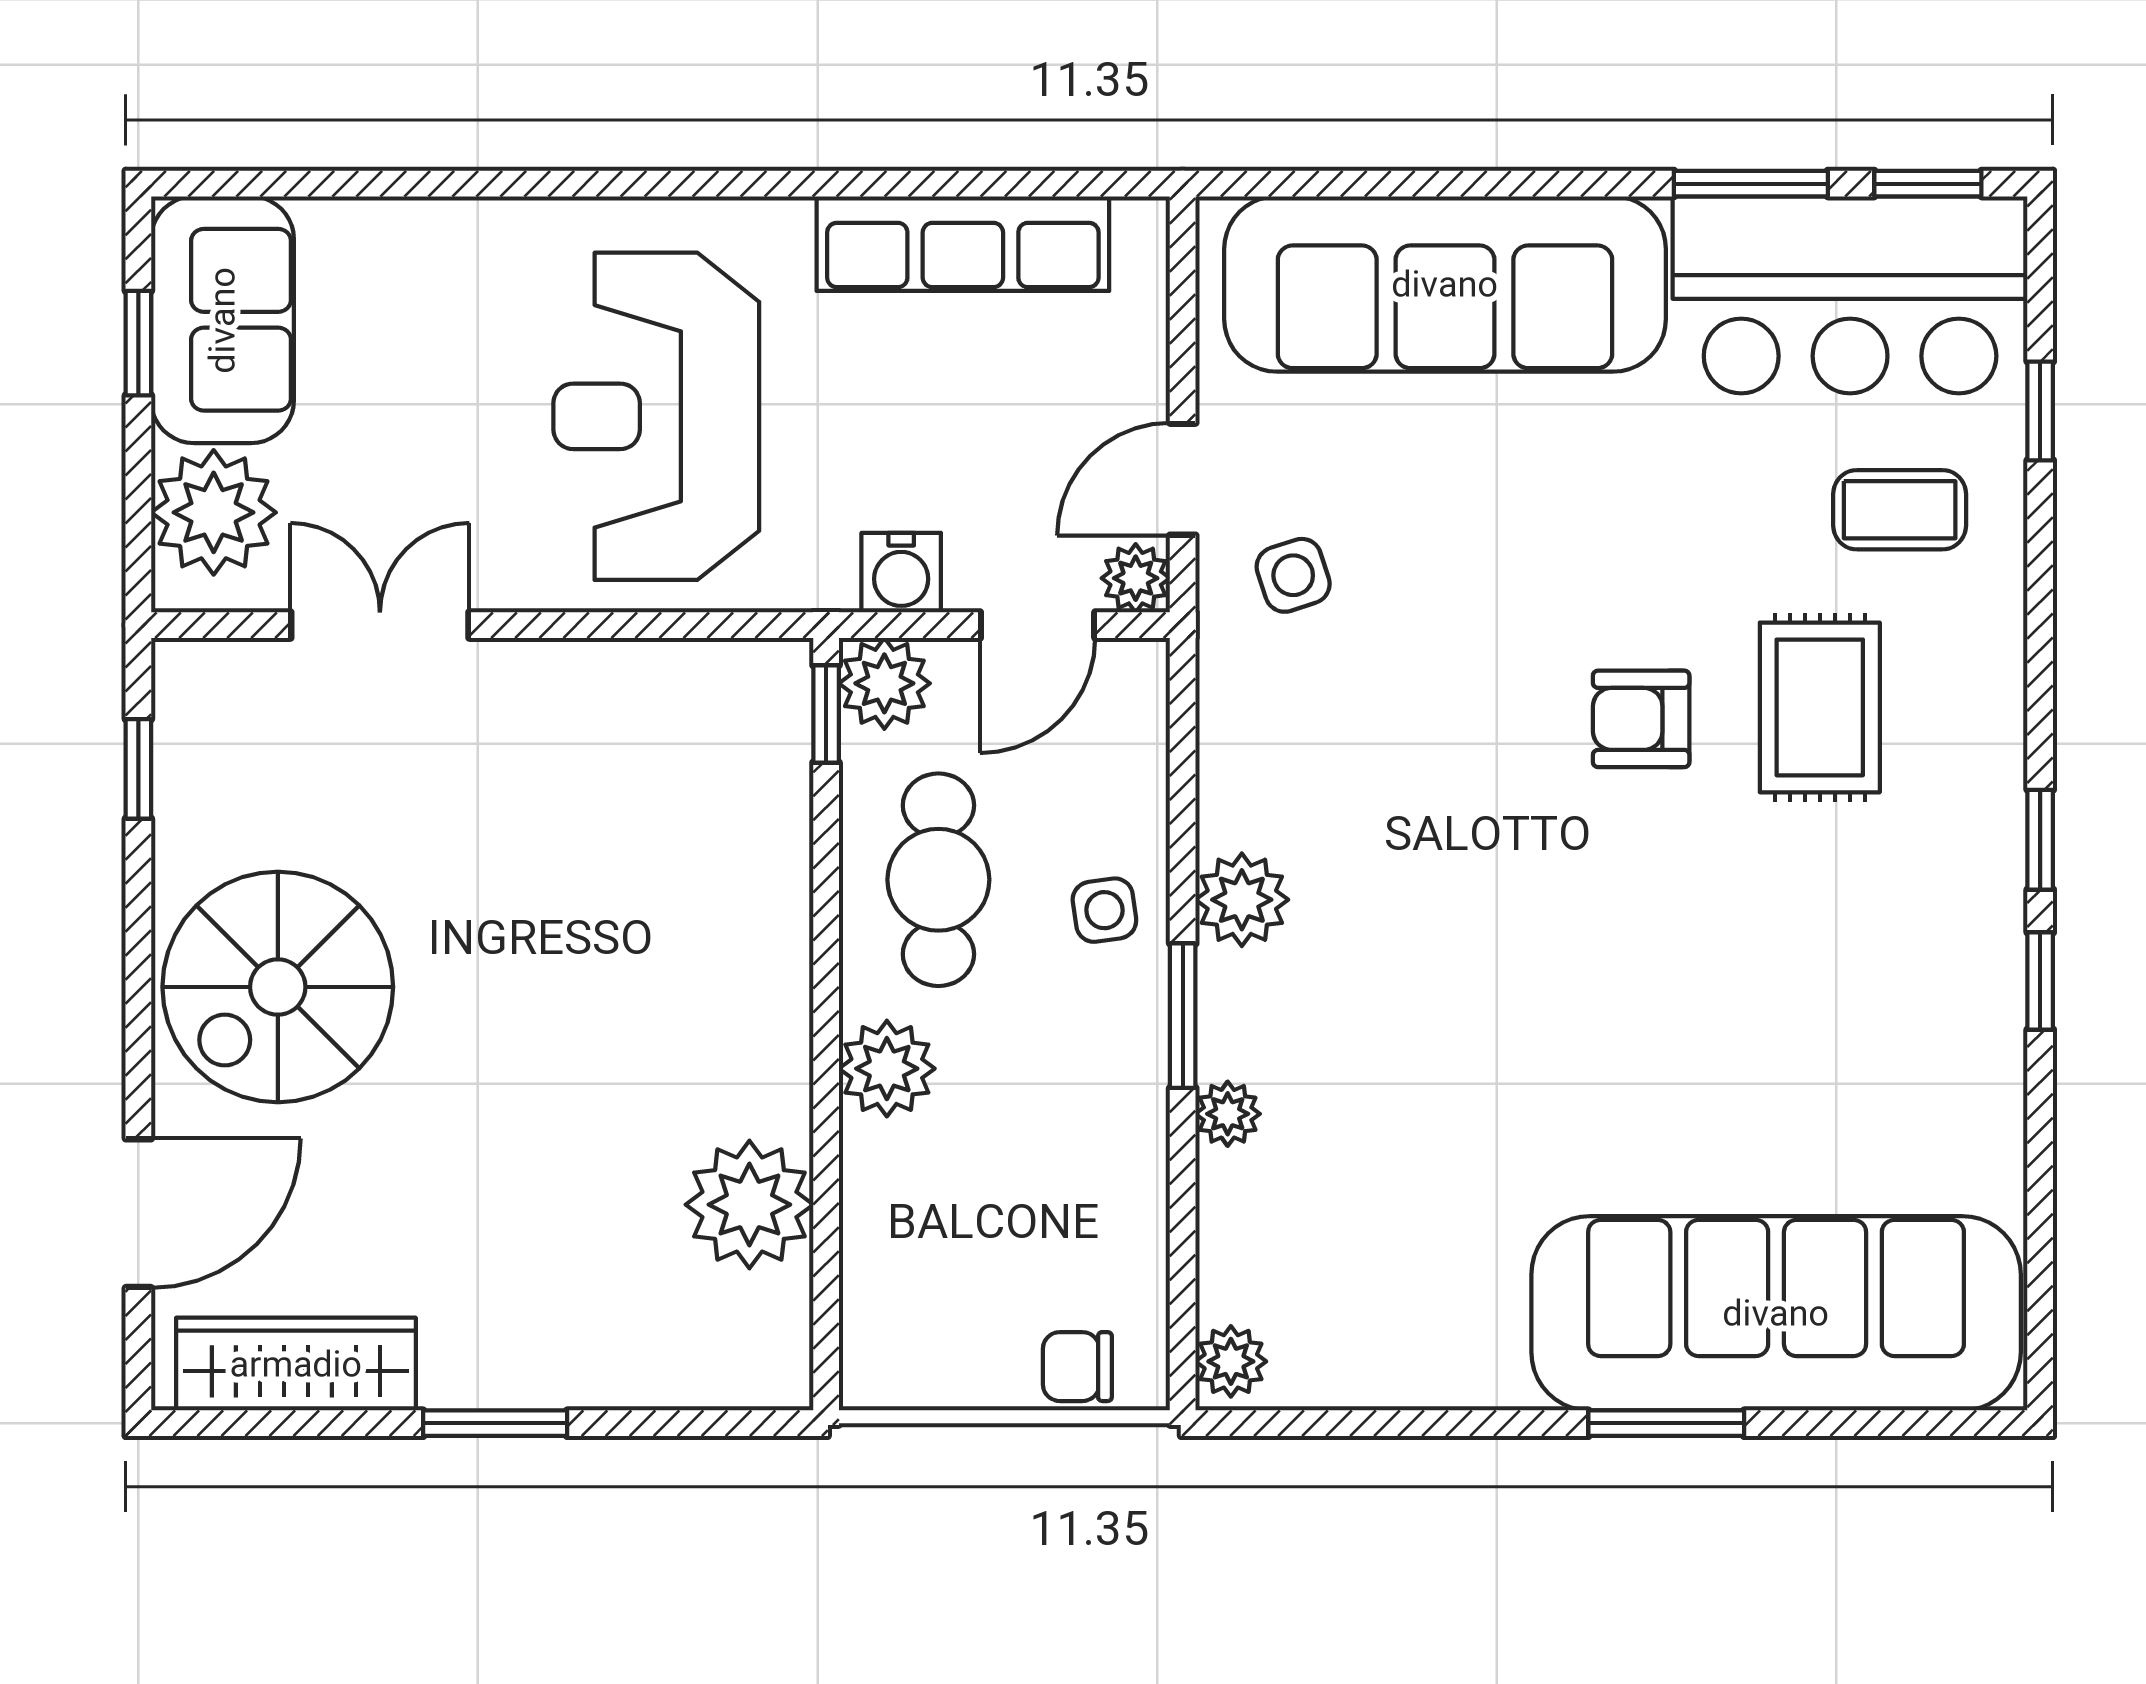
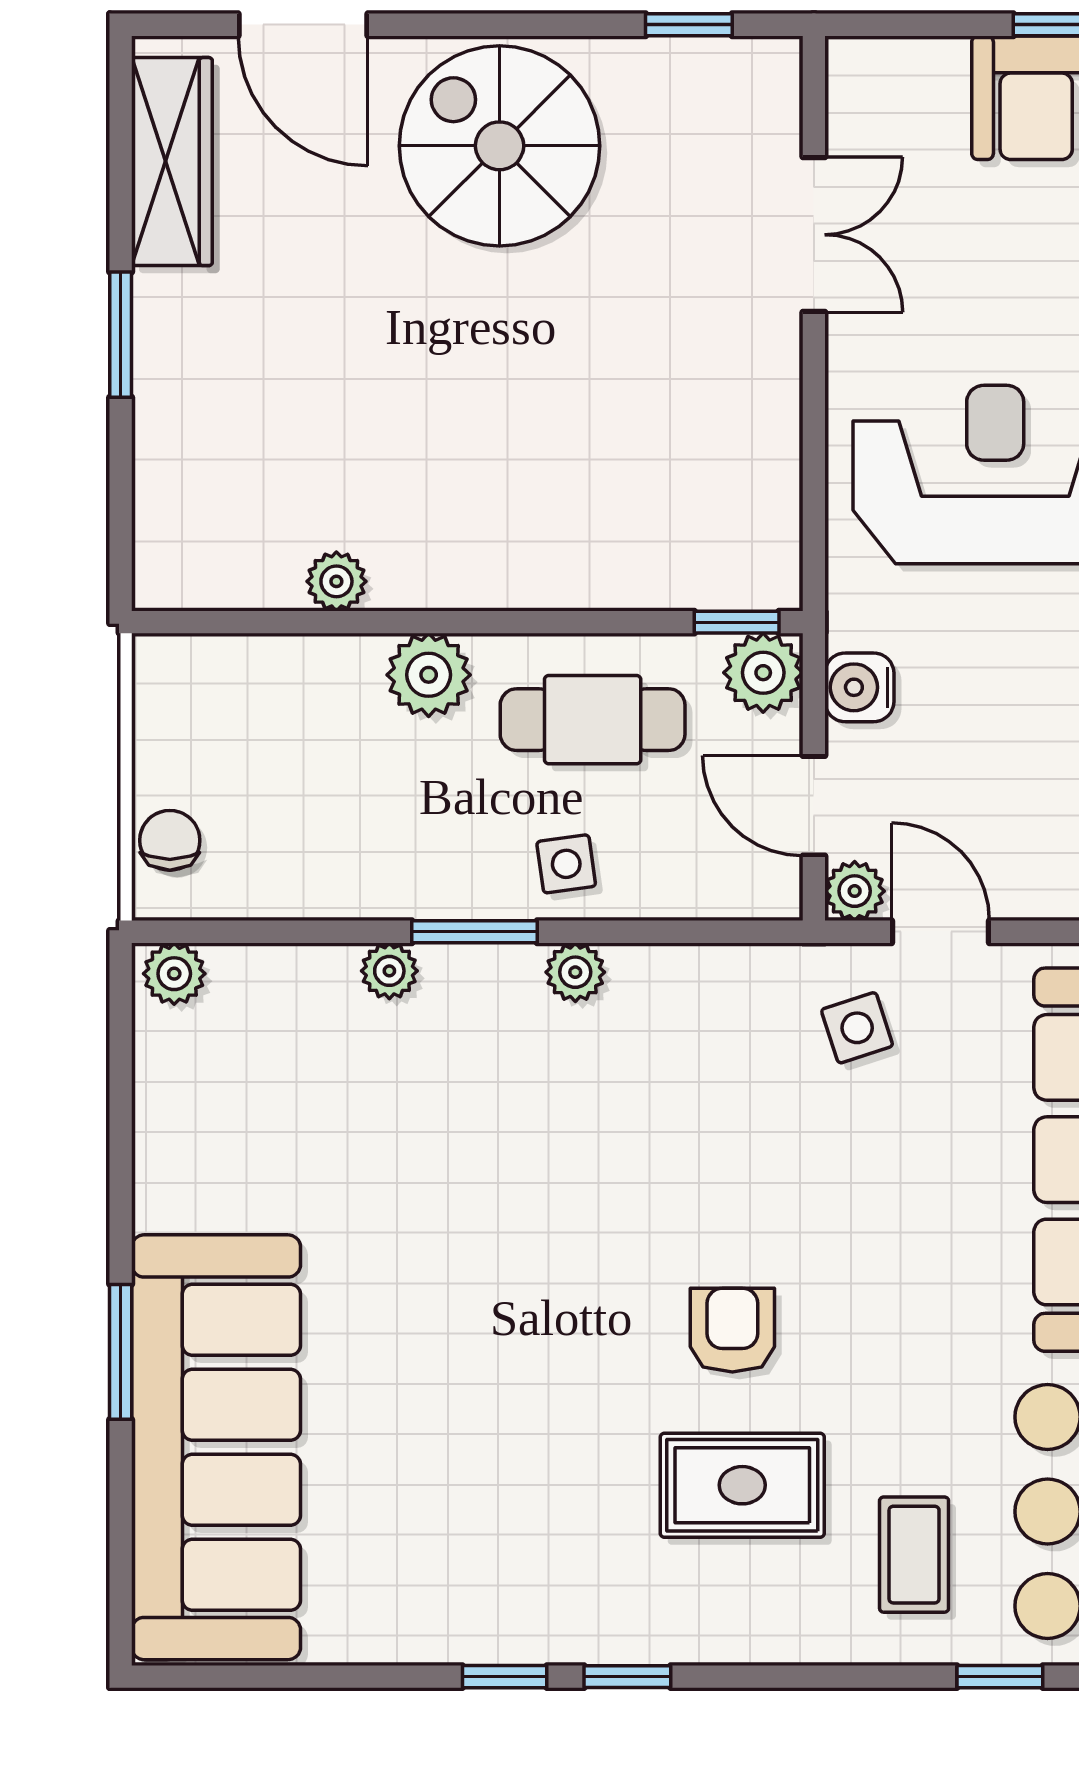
plant: (214, 512) -> (912, 90), removed
plant: (1242, 900) -> (575, 972), width x0.73, depth x0.73
plant: (749, 1205) -> (336, 581), width x0.53, depth x0.53

